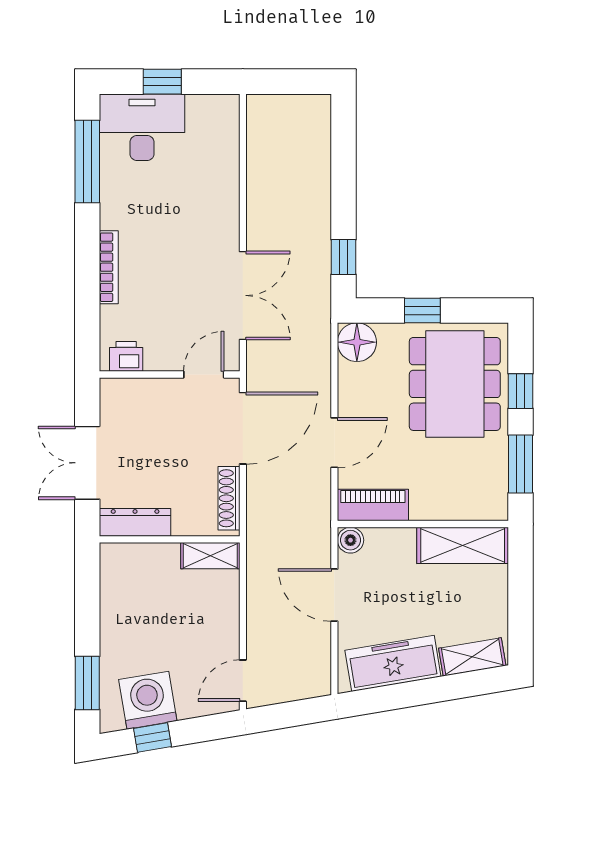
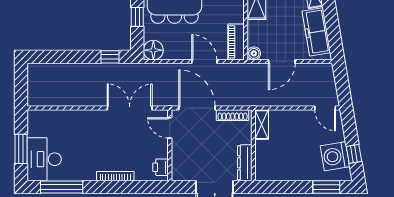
window: (162, 82) -> (21, 149), width x1.50

